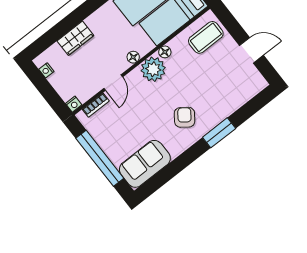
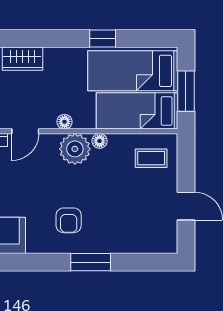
coffee table: (206, 37) -> (151, 158), width x0.73, depth x0.77
armchair: (185, 117) -> (69, 220), turned 144

